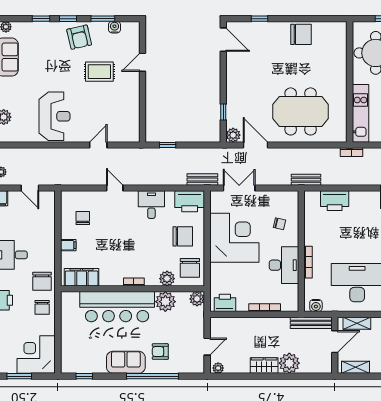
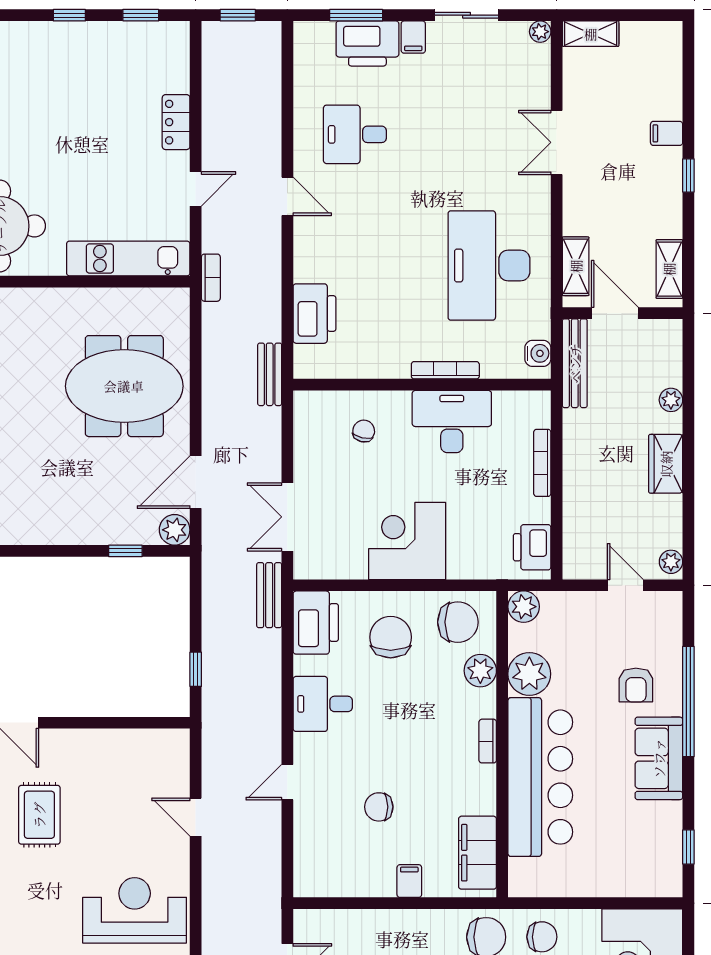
meeting table: (301, 111) -> (124, 386), turned 90
chair: (83, 218) -> (379, 807), moved
corner desk: (234, 238) -> (407, 541), width x0.74, depth x0.74
plant: (289, 363) -> (671, 400), width x0.53, depth x0.53

